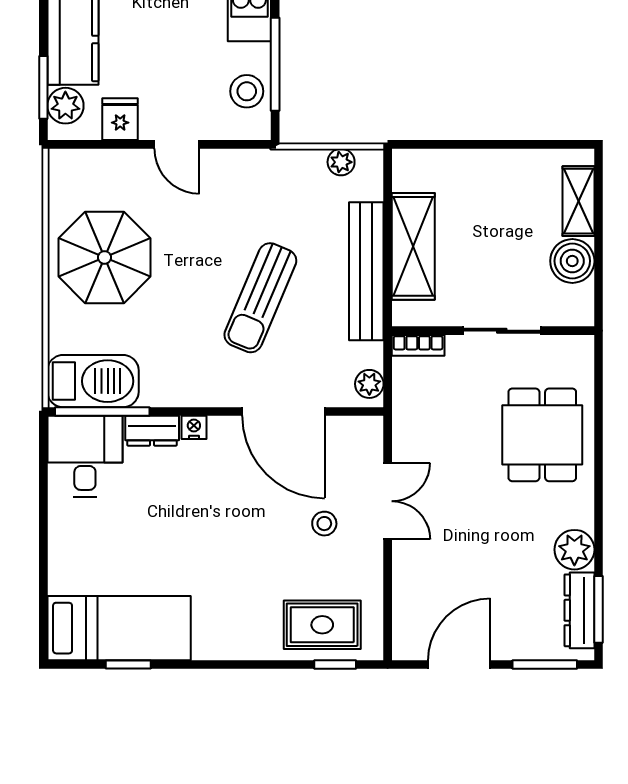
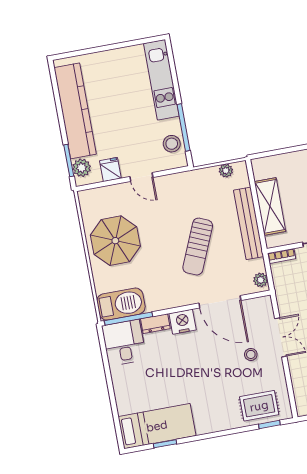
nightstand: (194, 427) -> (183, 322), width x1.89, depth x1.79

